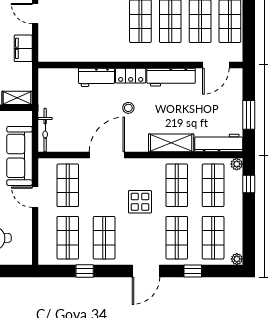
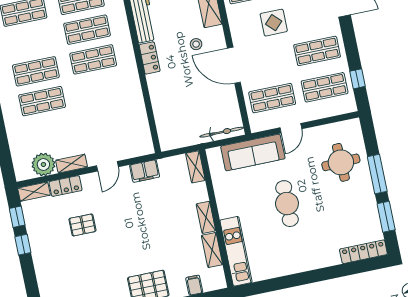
workbench: (96, 77) -> (158, 92), removed
stool: (128, 108) -> (196, 44), moved
window: (85, 271) -> (358, 79), moved

